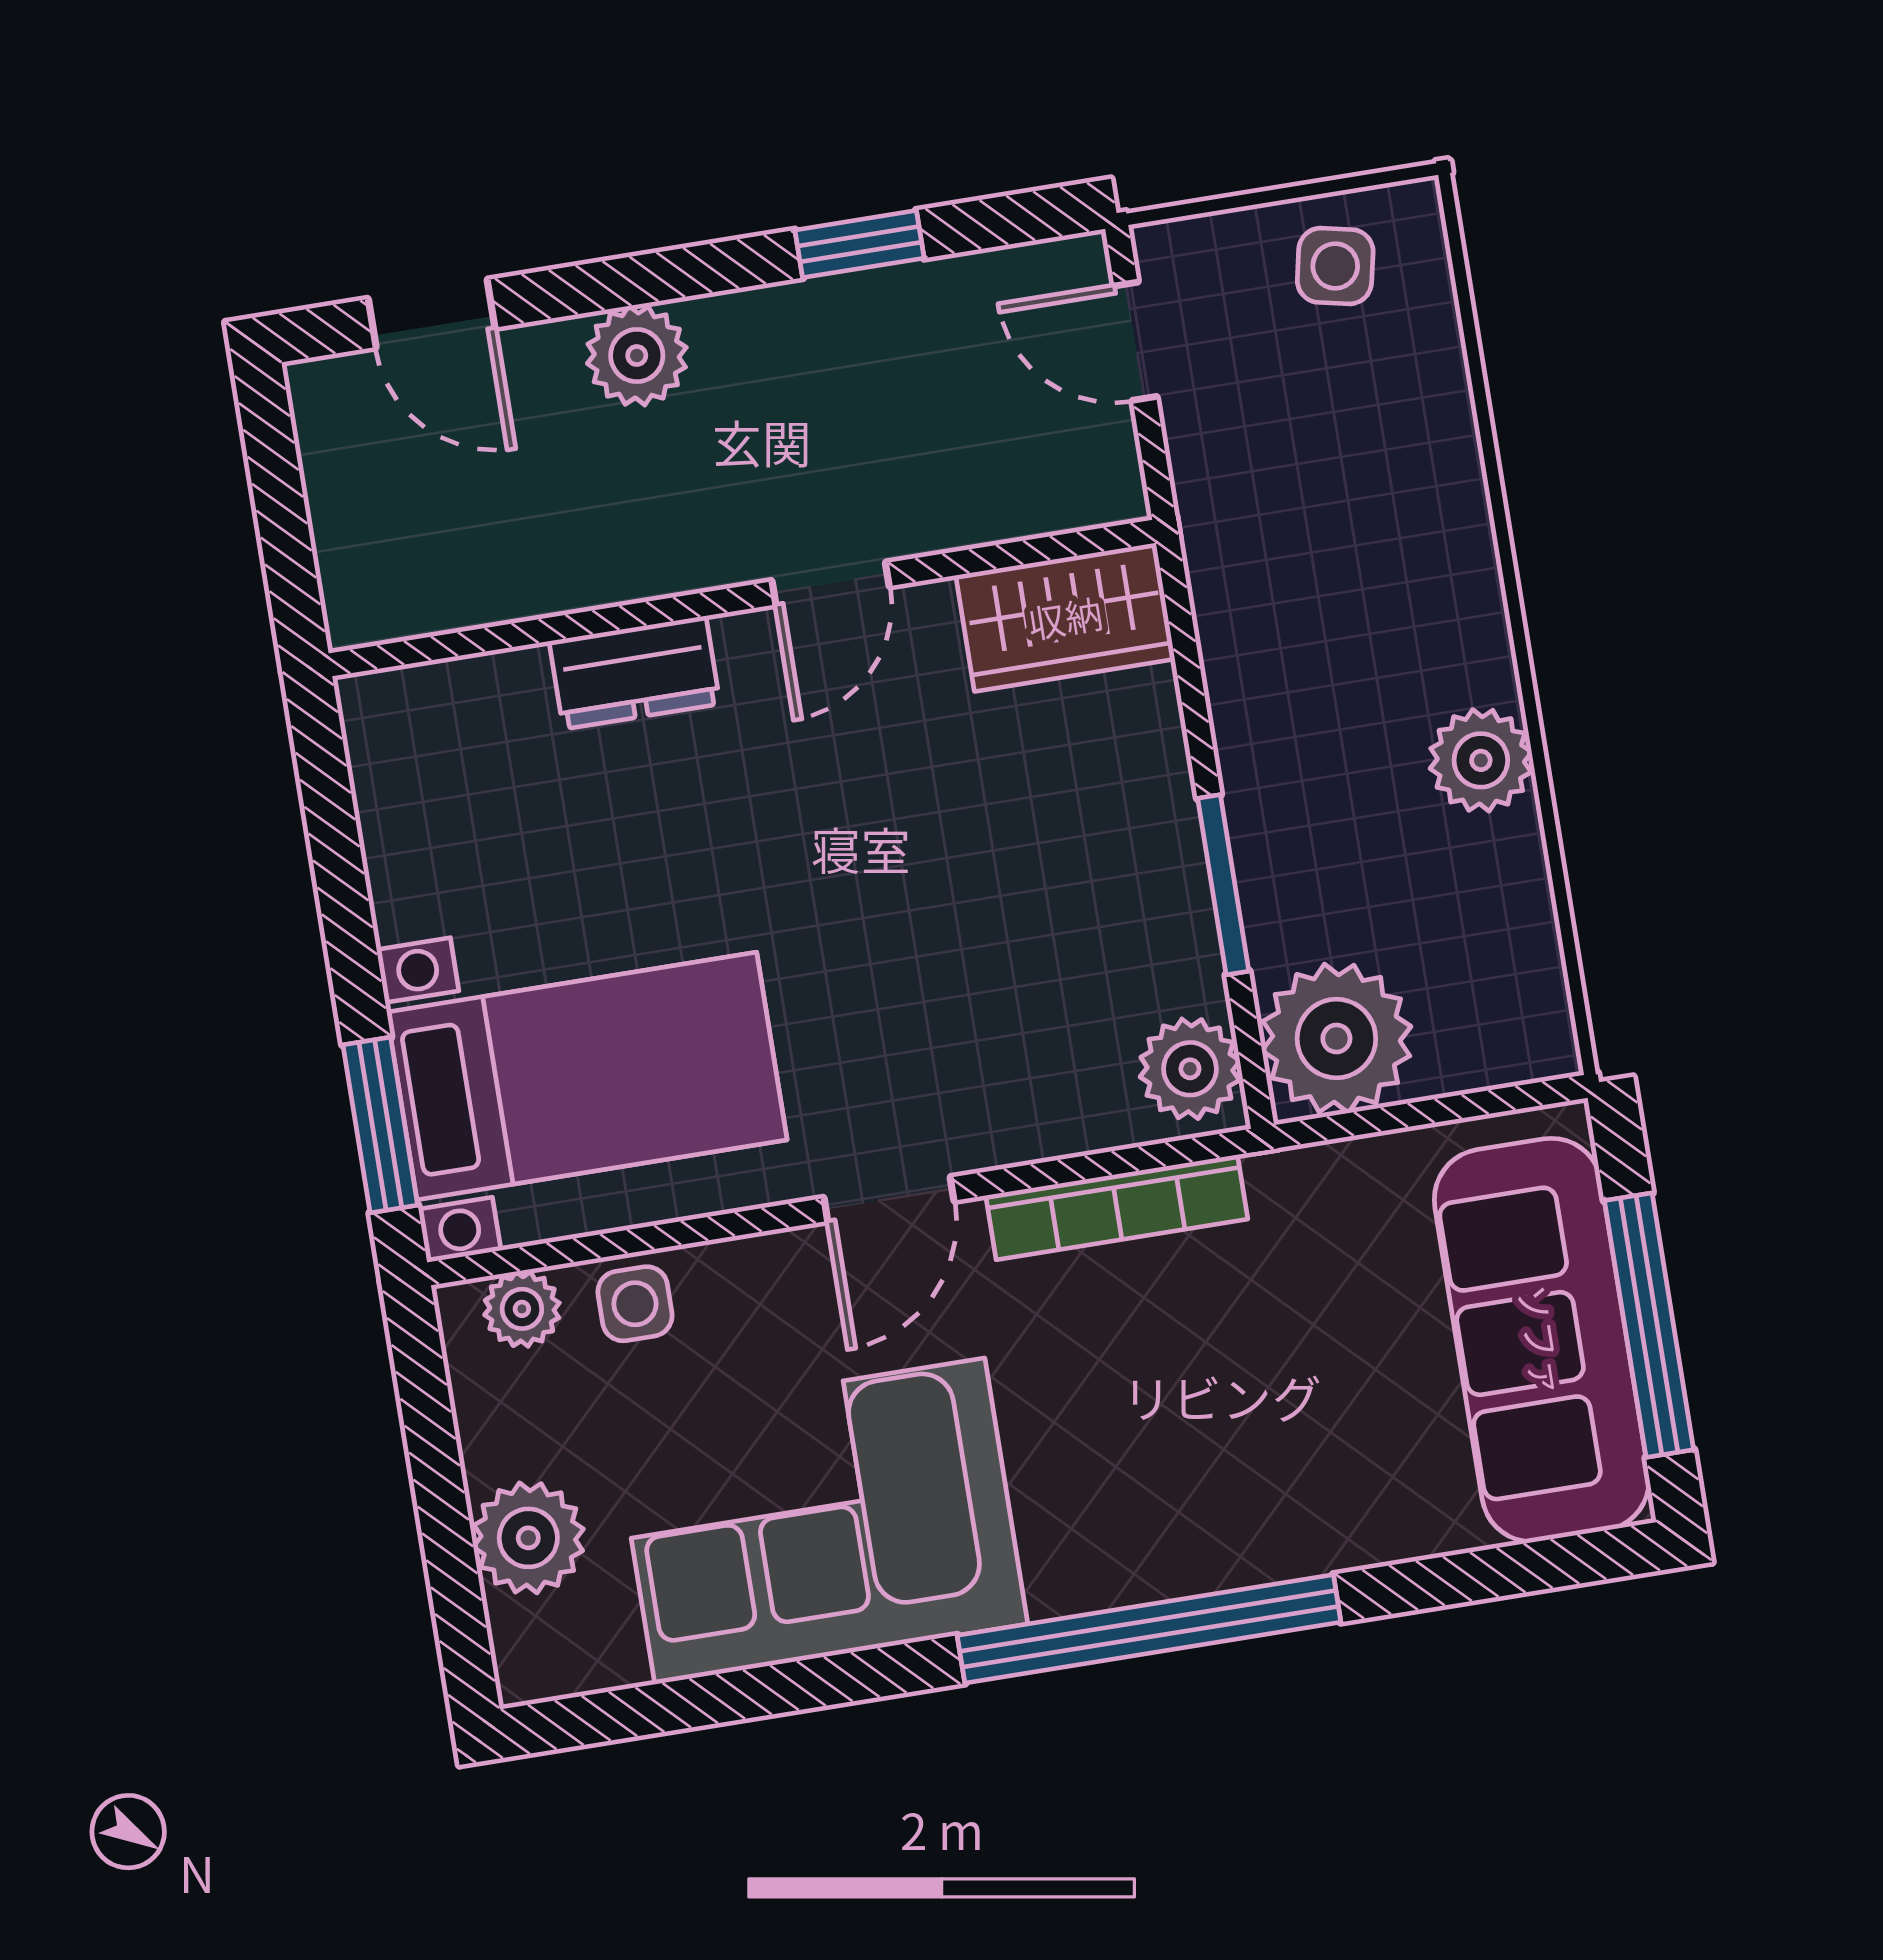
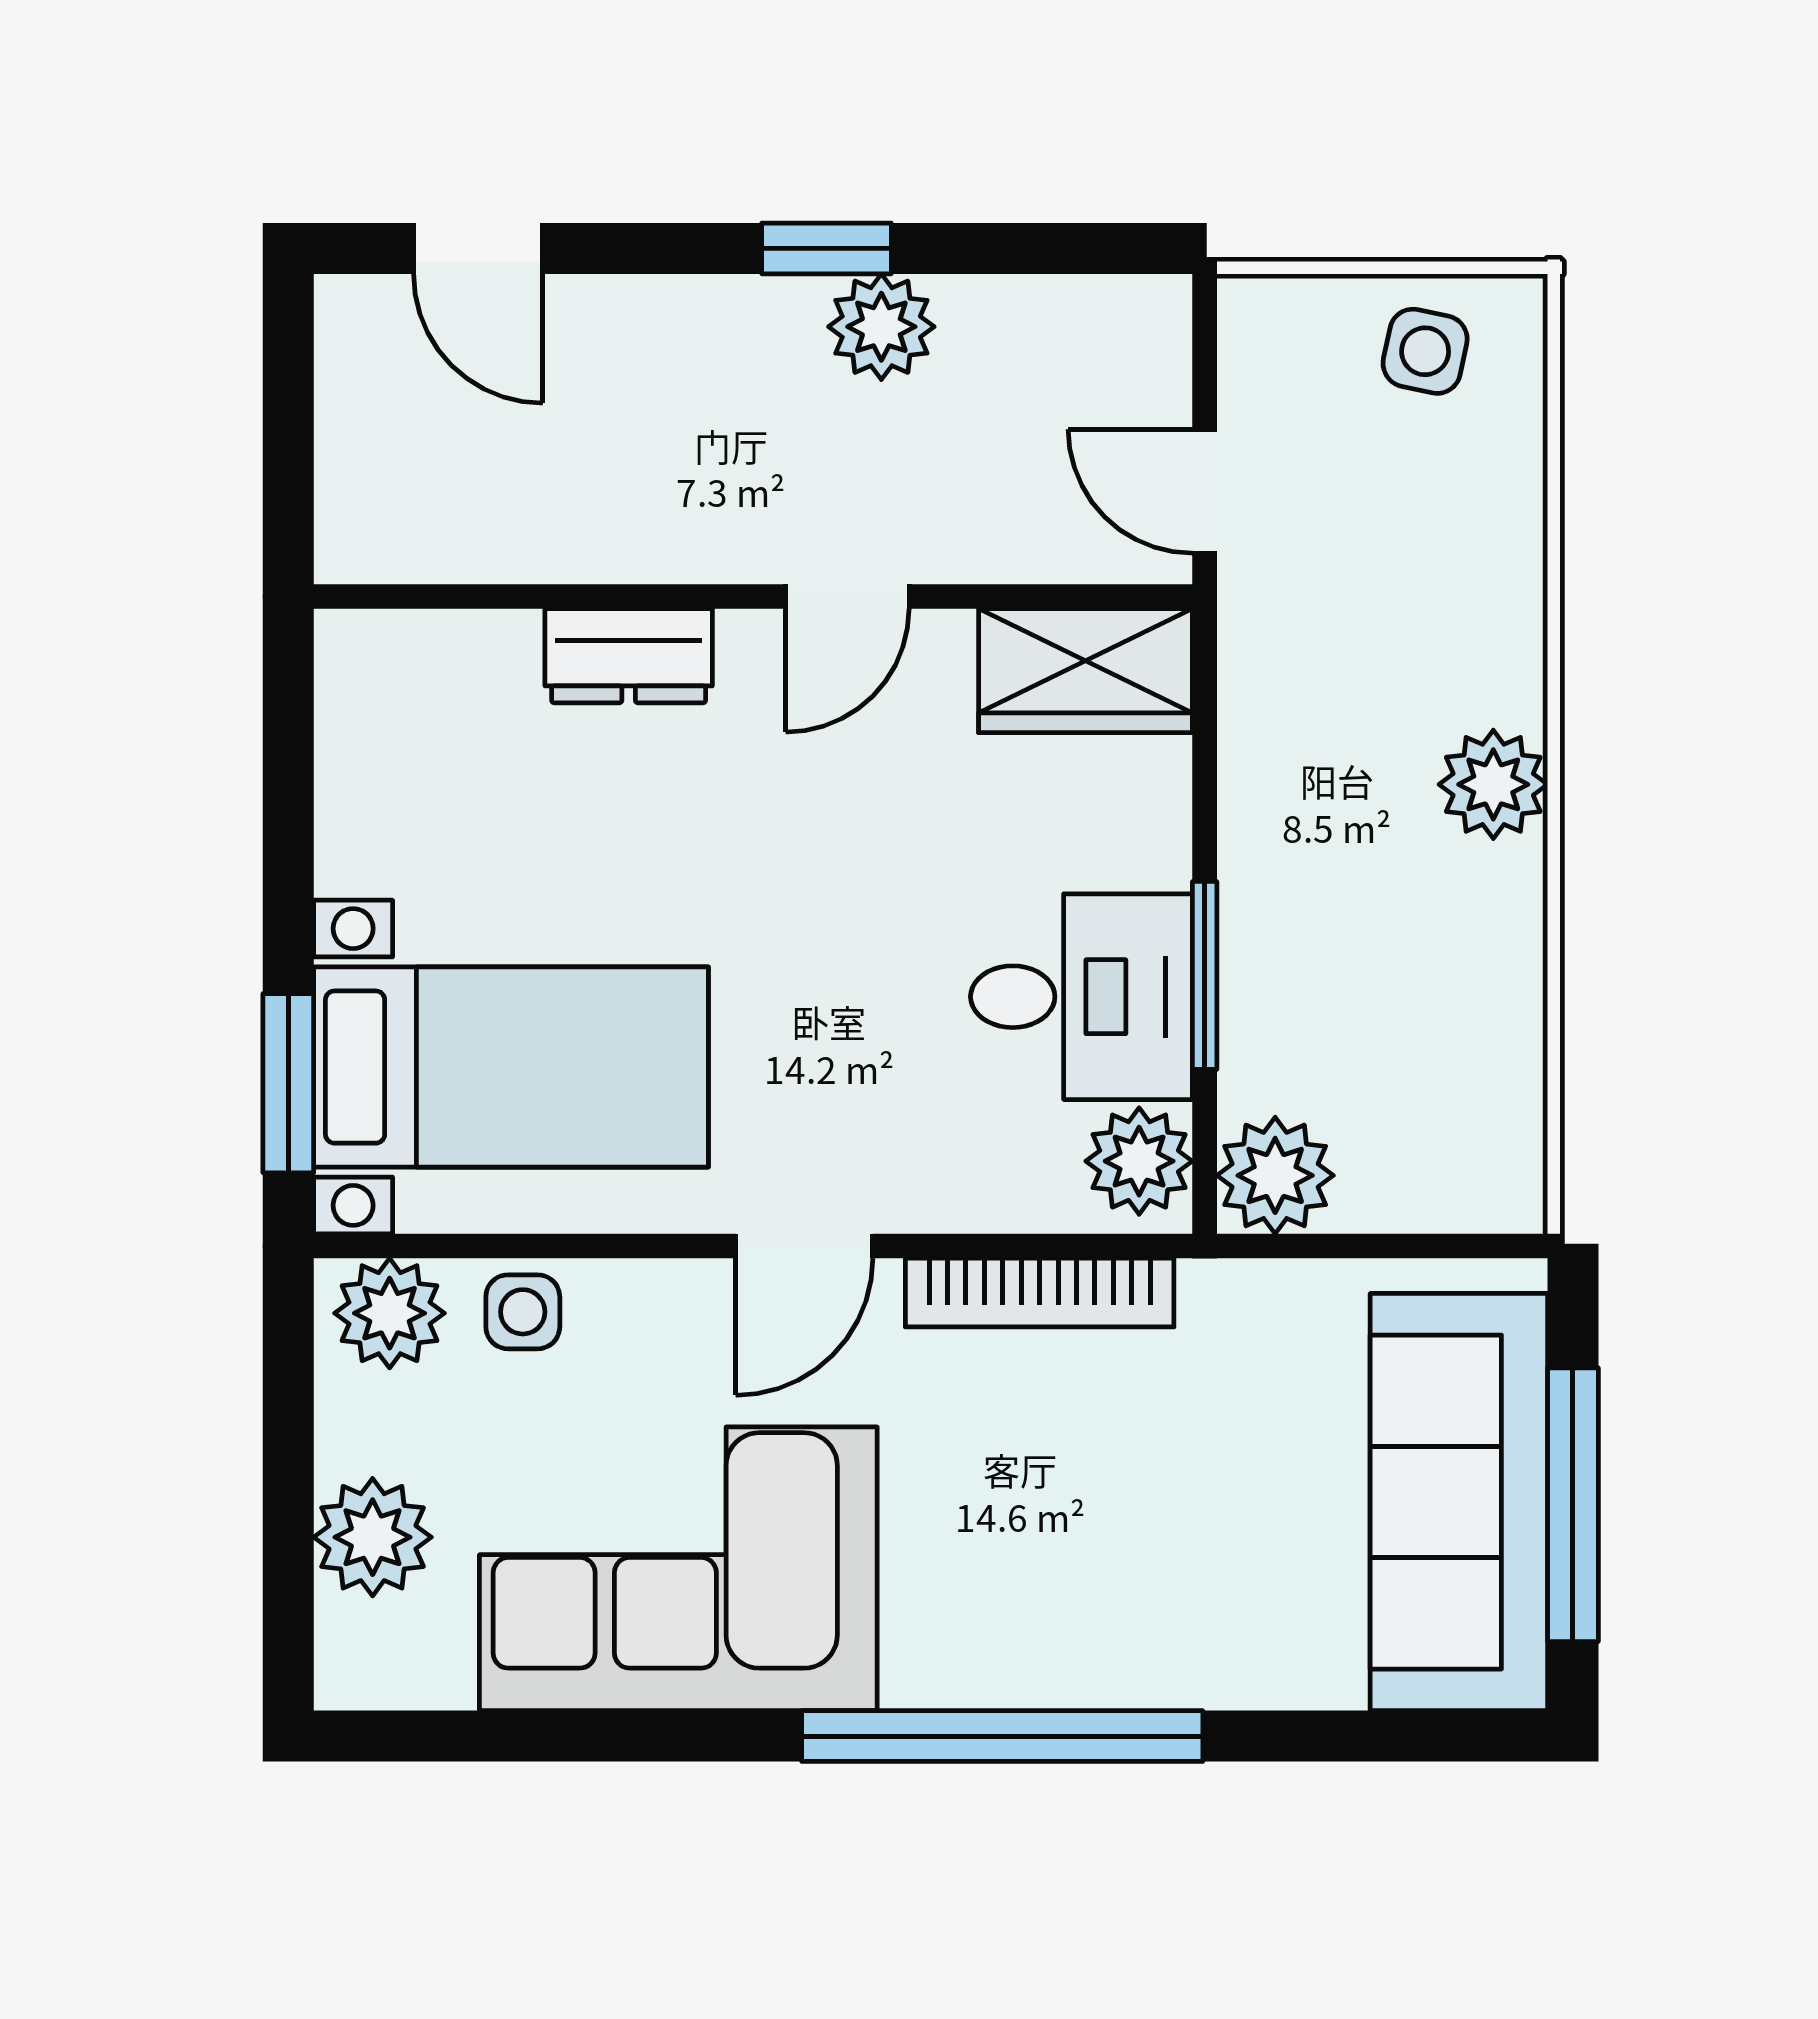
window: (860, 244) -> (826, 248), moved
door: (1135, 341) -> (1205, 491), moved
plant: (637, 356) -> (881, 327), moved
plant: (1481, 760) -> (1493, 784), moved
desk: (1111, 923) -> (1081, 997), added
plant: (1336, 1039) -> (1275, 1175), width x0.73, depth x0.73
plant: (522, 1309) -> (390, 1313), width x1.38, depth x1.38

